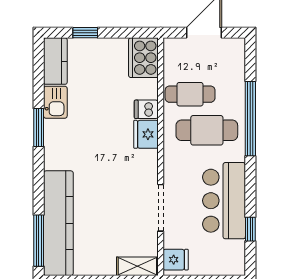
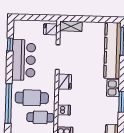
kitchen sink: (55, 102) -> (113, 88), moved
fridge: (146, 134) -> (65, 82), moved

